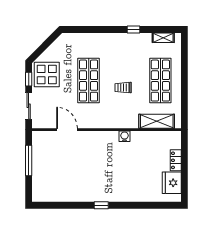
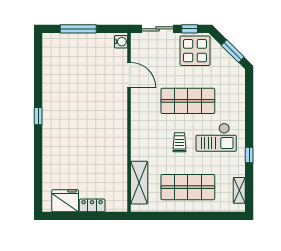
window: (47, 43) -> (233, 51), added
checkout: (119, 57) -> (216, 137), added
door: (67, 130) -> (129, 75), hinge flipped
water cooler: (124, 136) -> (121, 42), moved
window: (29, 161) -> (78, 29), moved

